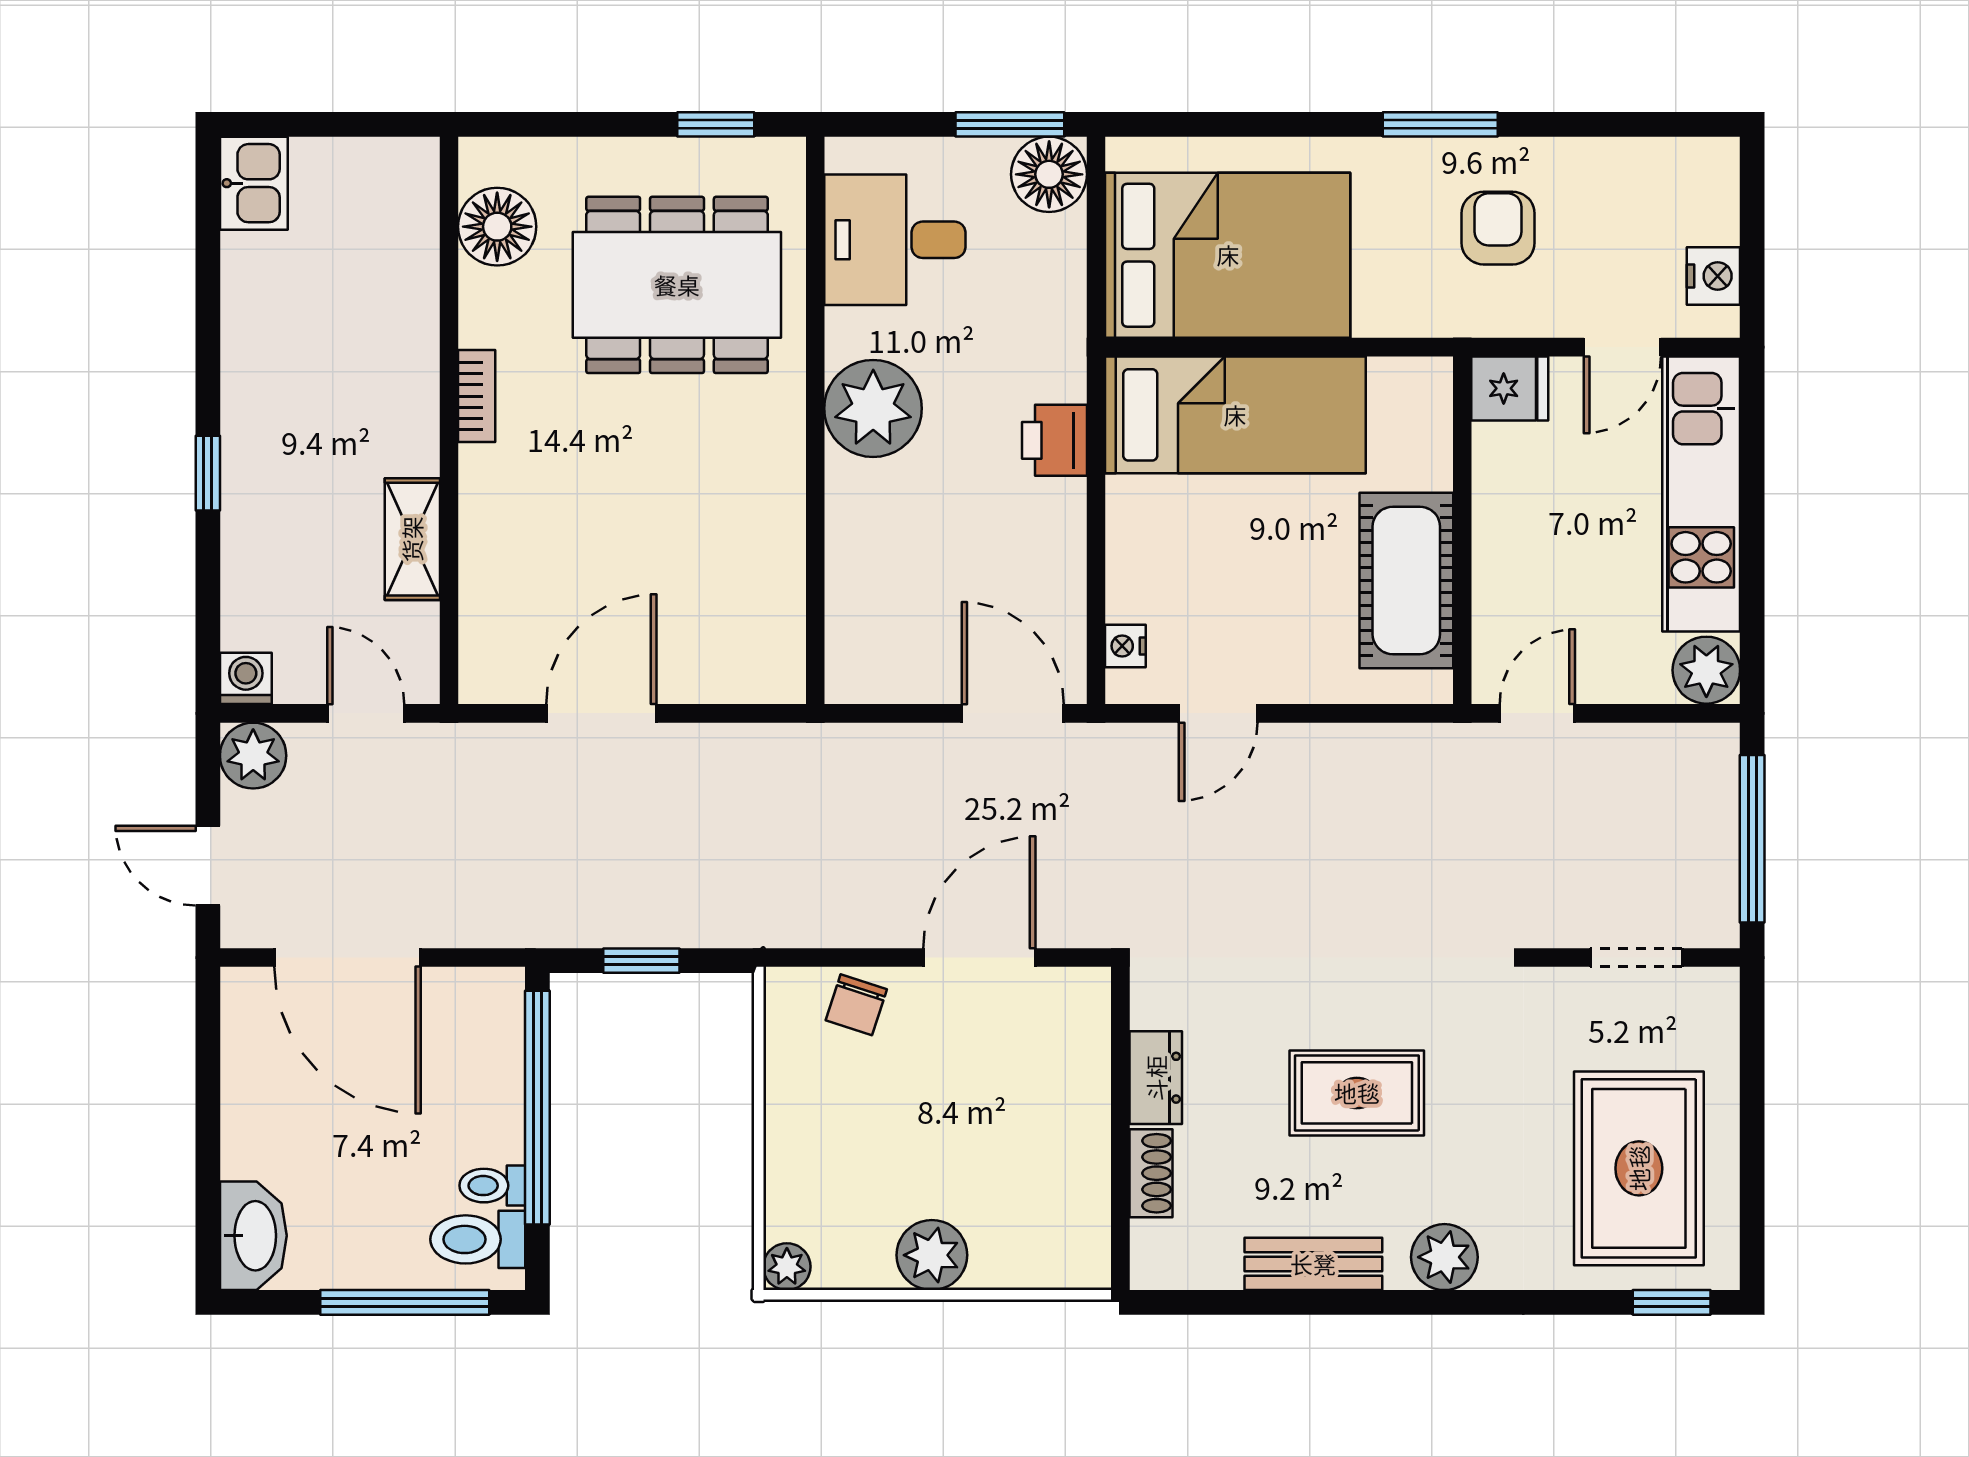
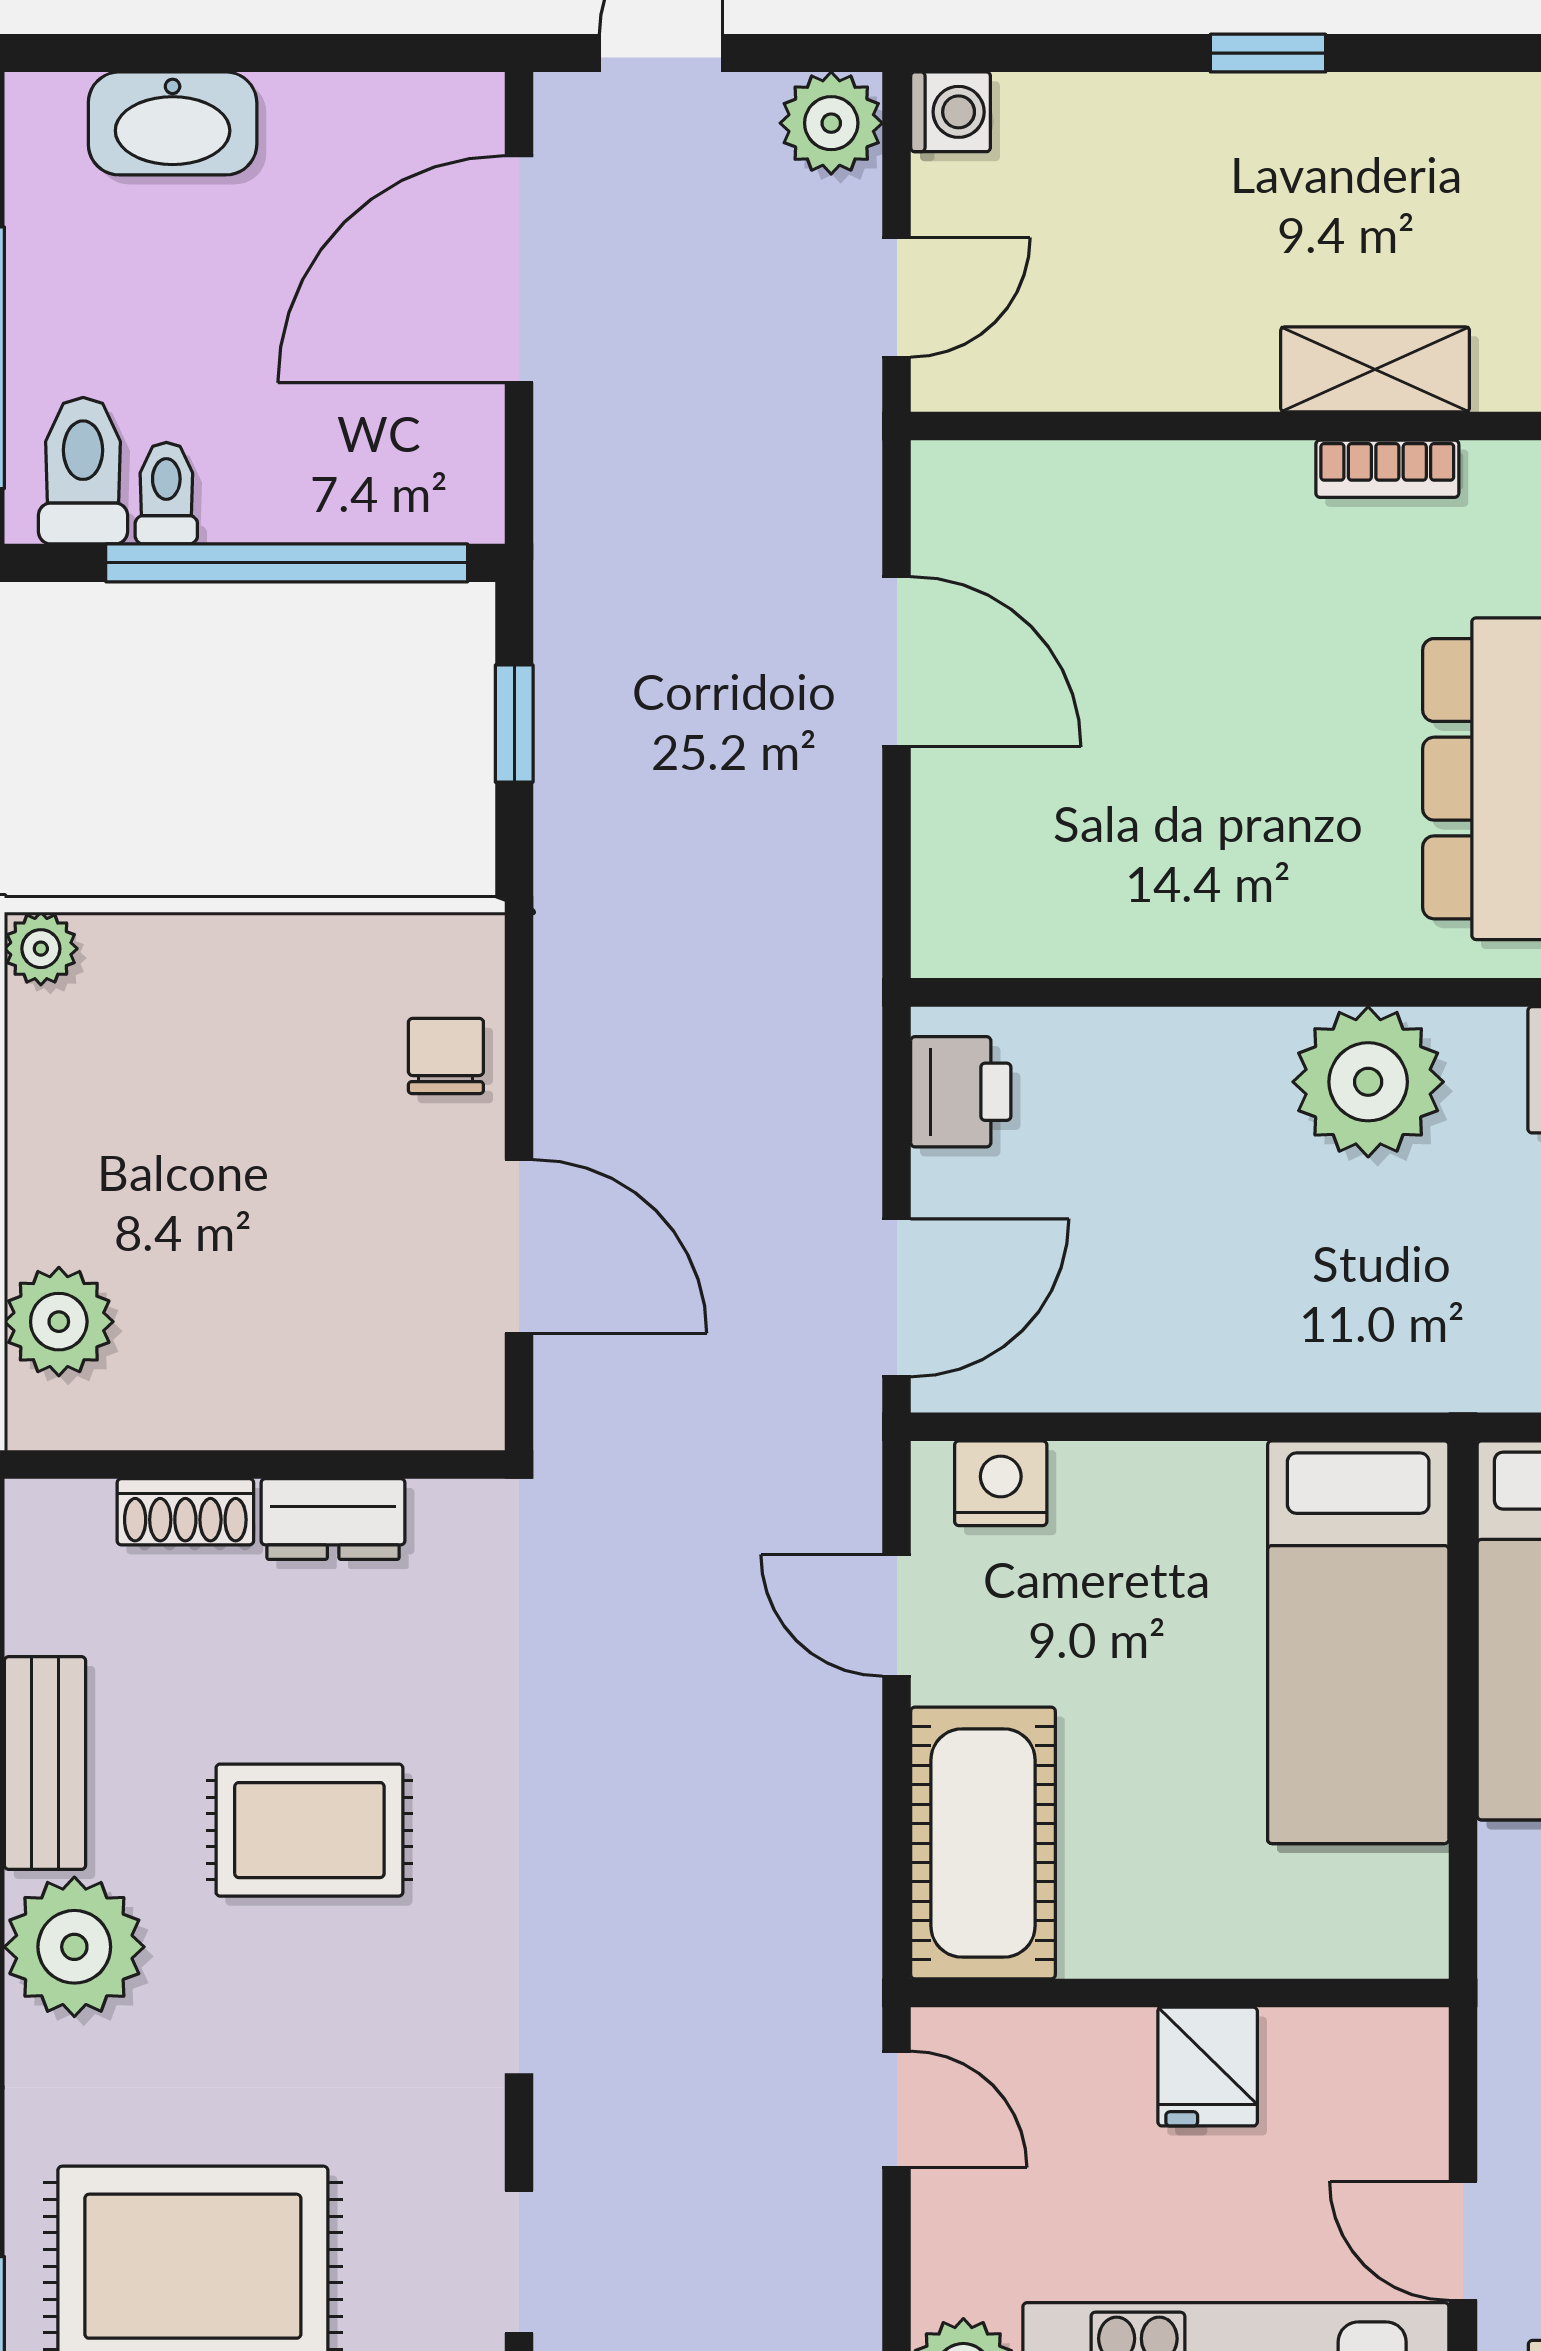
fridge: (1510, 388) -> (1208, 2067), moved
printer: (1054, 440) -> (961, 1092), moved, turned 90
shelving: (412, 539) -> (1375, 369), moved
cot: (1406, 580) -> (983, 1843), moved, turned 90
nightstand: (1125, 646) -> (1001, 1483), width x1.39, depth x1.35
chair: (856, 1005) -> (446, 1056), turned 72
rug: (1357, 1093) -> (309, 1830), turned 90
washbasin: (253, 1236) -> (173, 123), moved
plant: (932, 1255) -> (59, 1322), moved
plant: (1444, 1257) -> (74, 1947), width x1.36, depth x1.36

